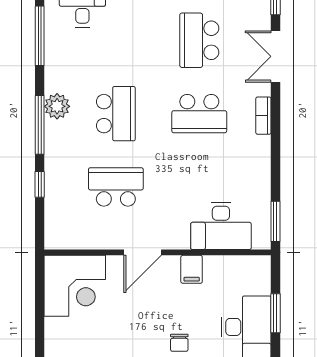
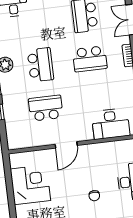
filing cabinet: (192, 269) -> (96, 151), removed
corner desk: (75, 286) -> (30, 185), moved, turned -90

